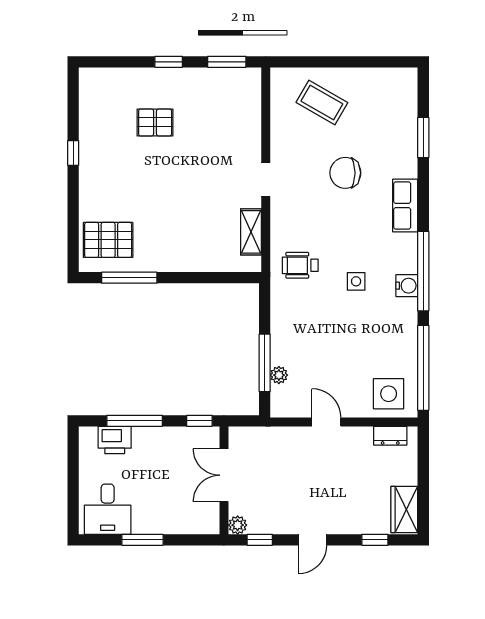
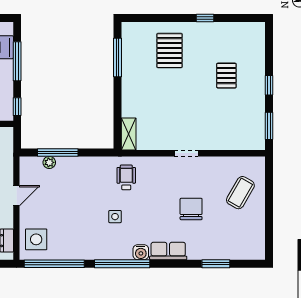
shelving: (251, 232) -> (129, 134), moved, turned 90
pallet: (108, 240) -> (170, 51), moved
water cooler: (407, 286) -> (141, 252), moved

